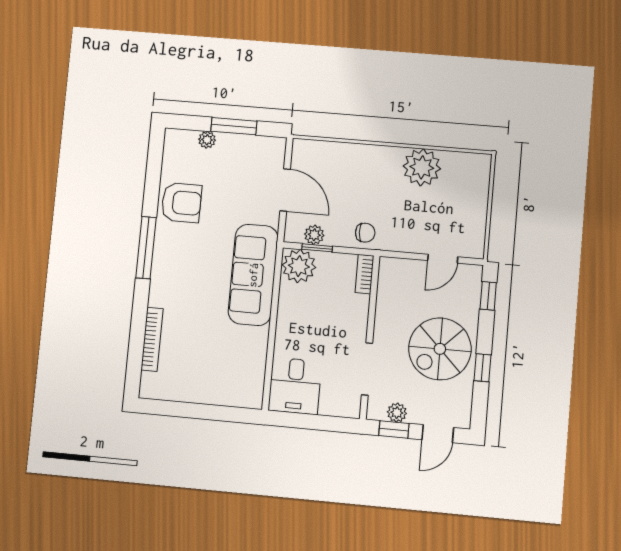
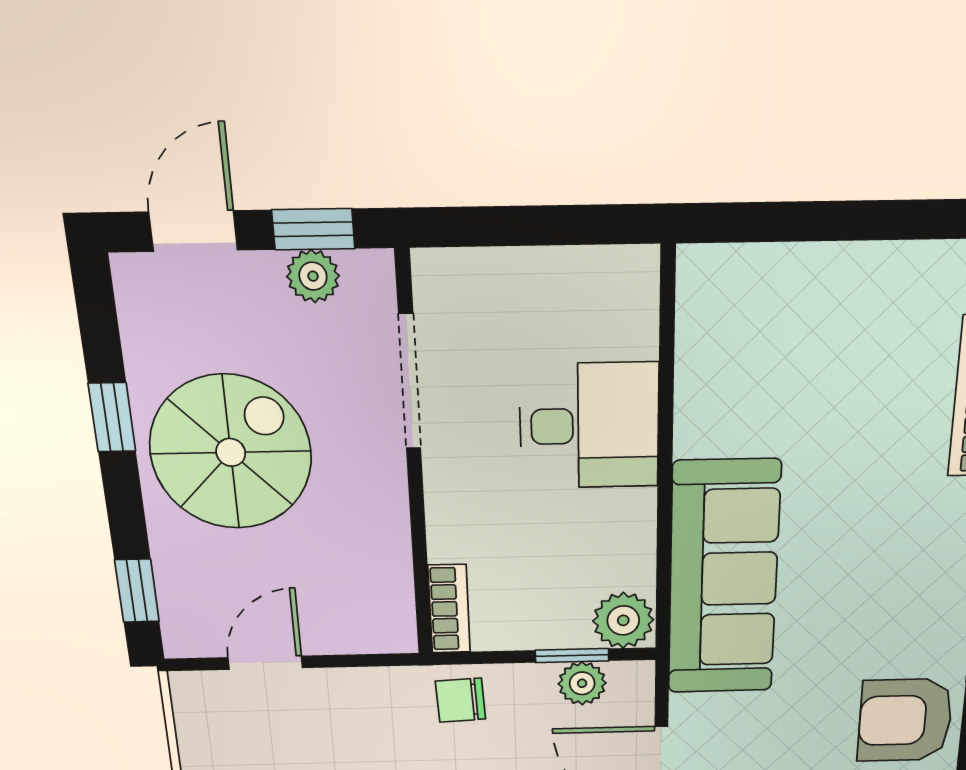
plant: (299, 266) -> (623, 620), width x0.73, depth x0.73
desk: (295, 386) -> (589, 426), moved, turned 90

